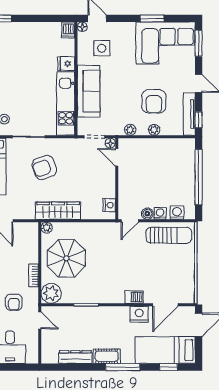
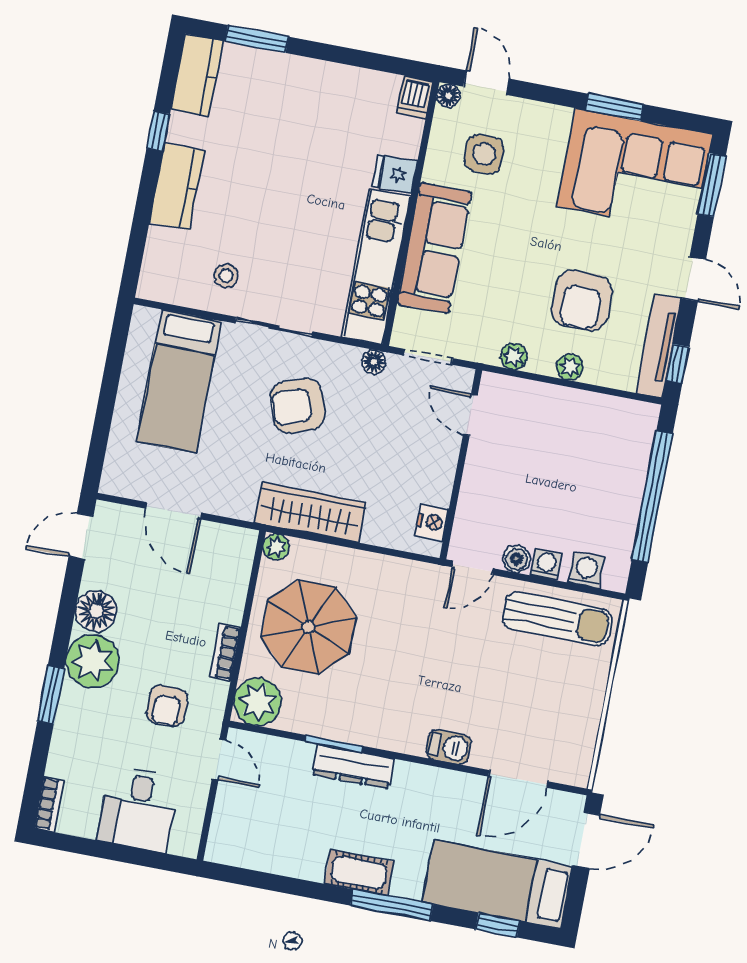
floor lamp: (110, 143) -> (374, 362), moved
nightstand: (139, 314) -> (453, 789), removed
dresser: (75, 357) -> (353, 767), moved, turned 180

